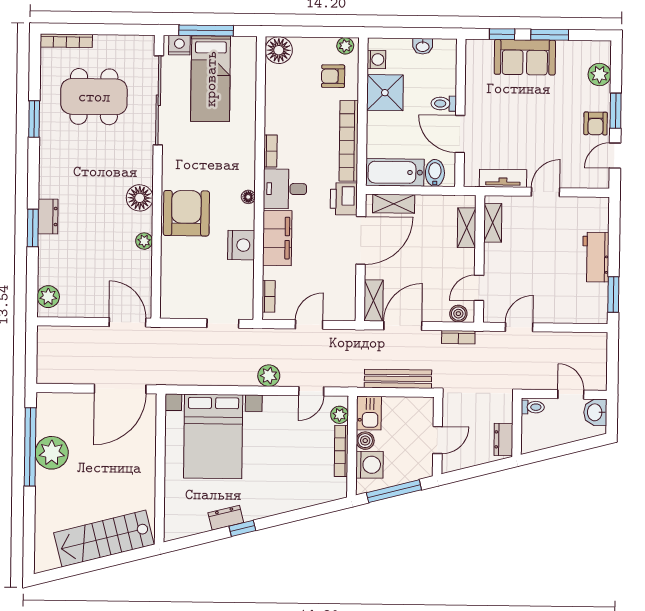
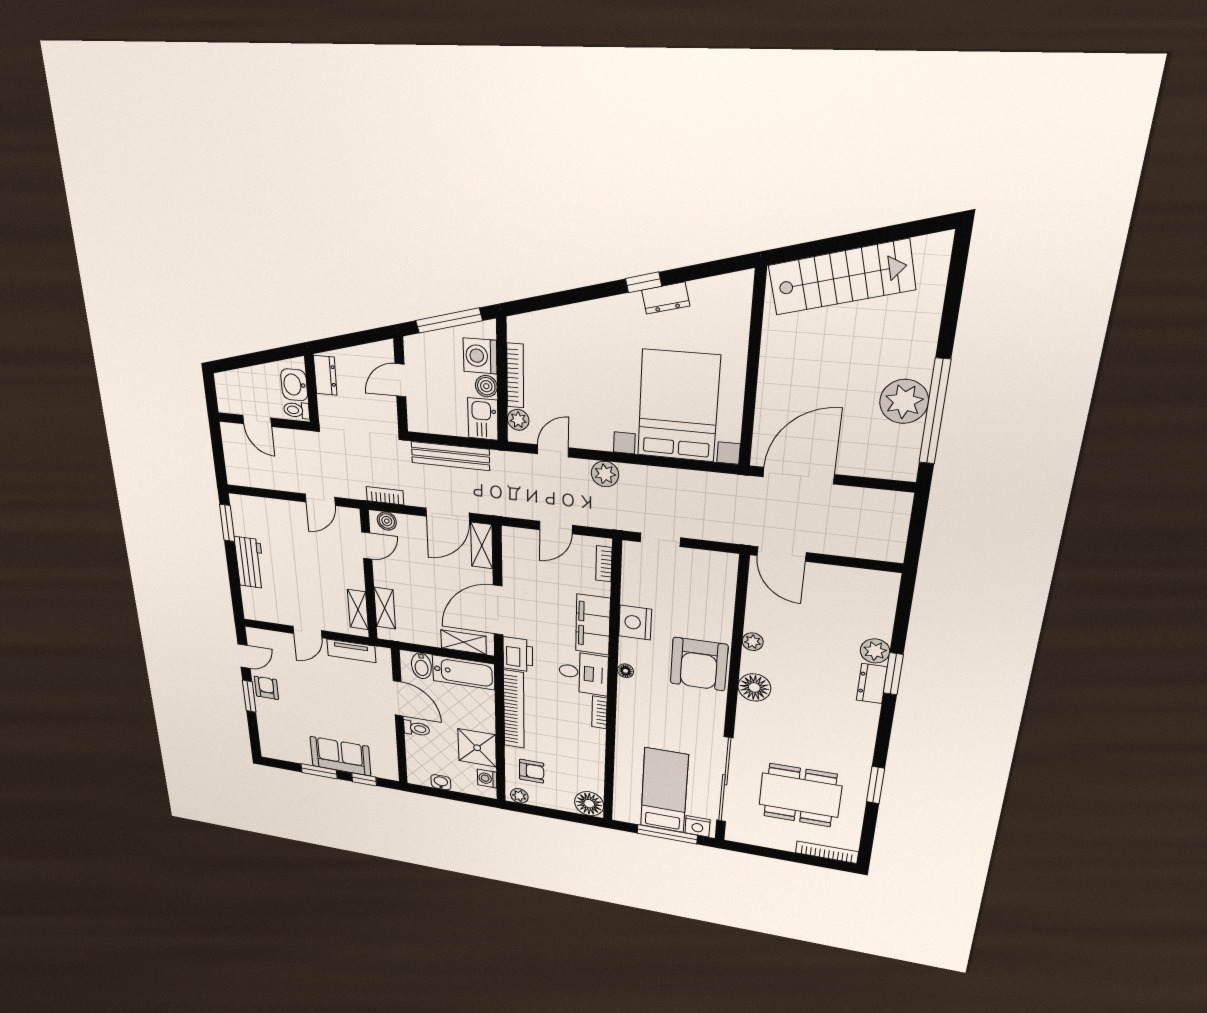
plant: (599, 74) -> (268, 730), removed
plant: (48, 297) -> (875, 651), moved
washbasin: (595, 412) -> (294, 385), moved, turned 180

